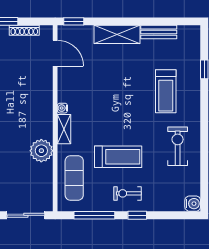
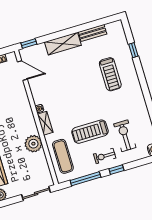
exercise bike: (178, 146) -> (125, 136), moved
treadmill: (118, 157) -> (90, 132), turned 180

